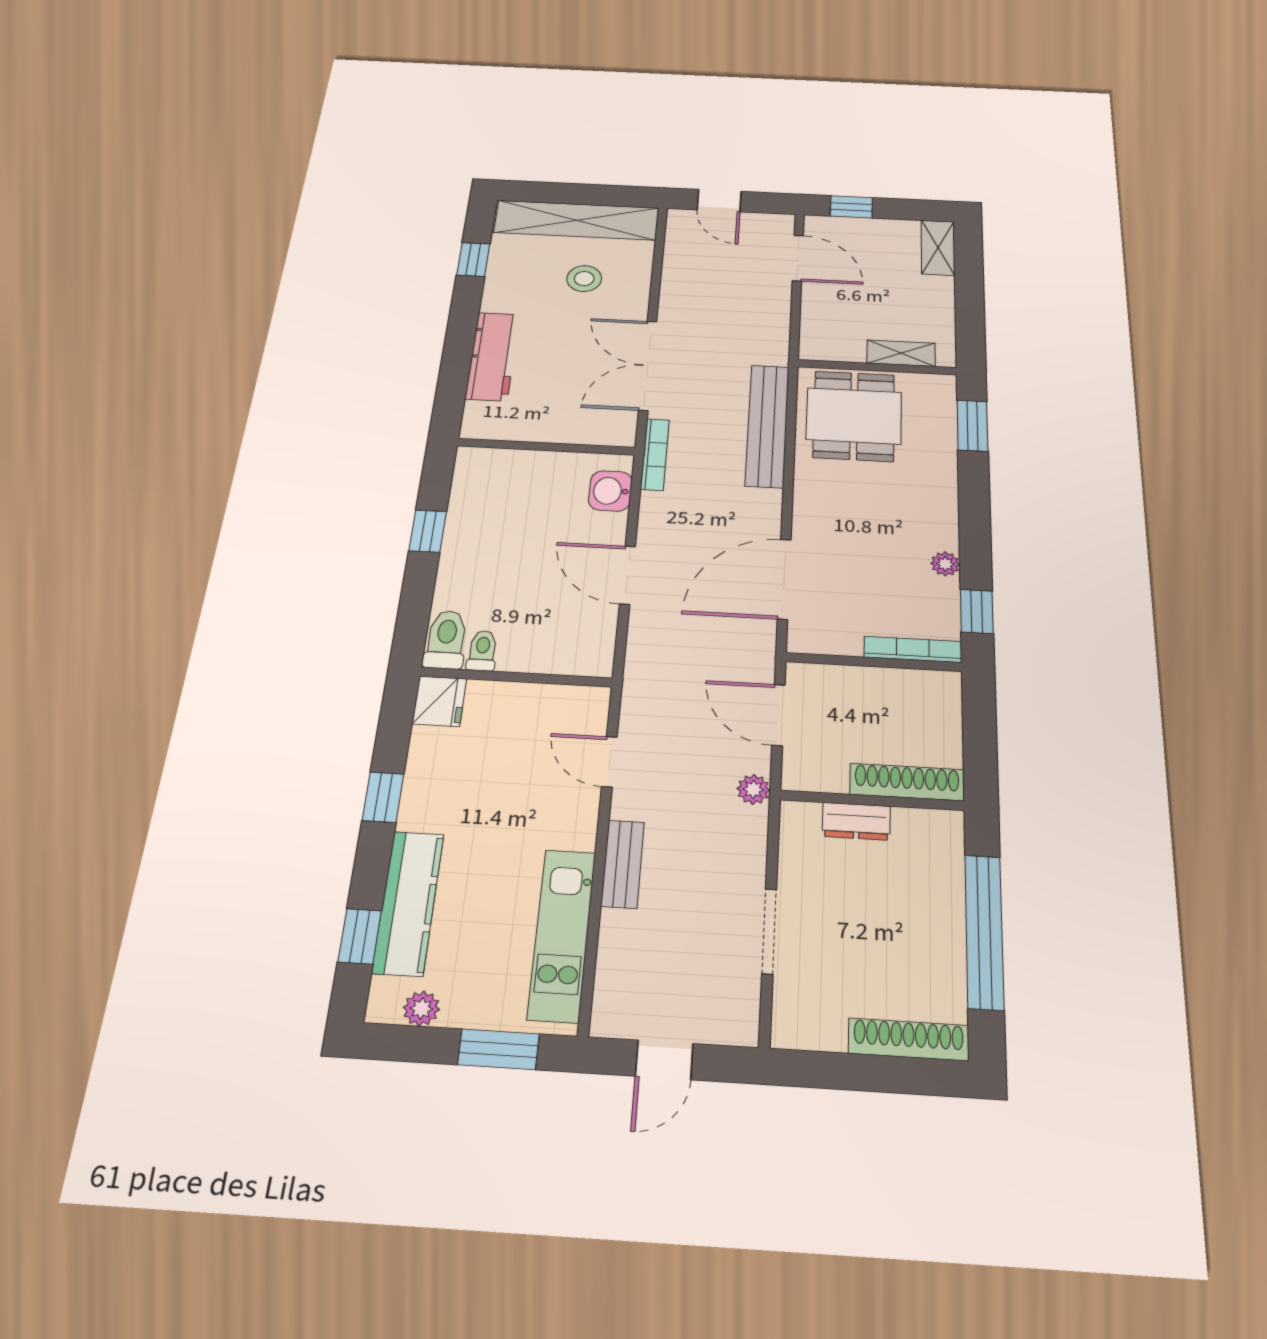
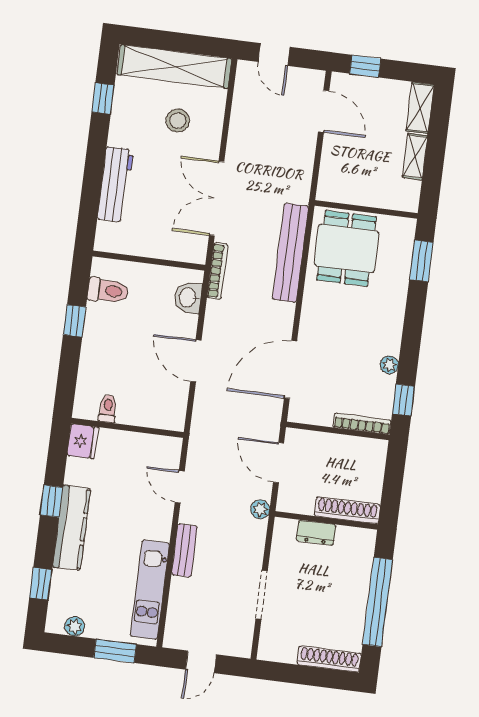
shelving: (901, 353) -> (415, 156), moved, turned 90
toilet: (446, 640) -> (108, 291), moved, turned 90
kitchen counter: (408, 903) -> (72, 528), moved

